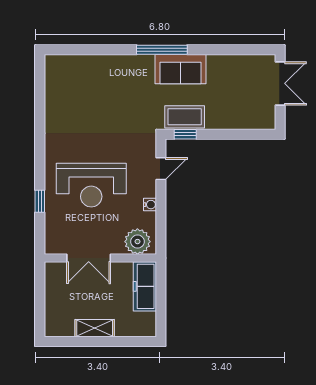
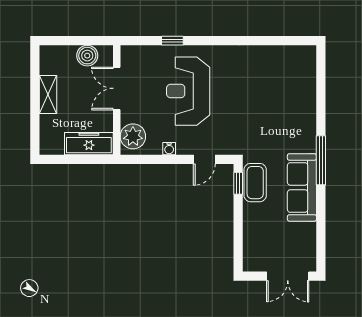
sofa: (180, 69) -> (302, 187), width x1.36
door: (161, 169) -> (204, 159), hinge flipped
boiler: (55, 288) -> (87, 56), added

